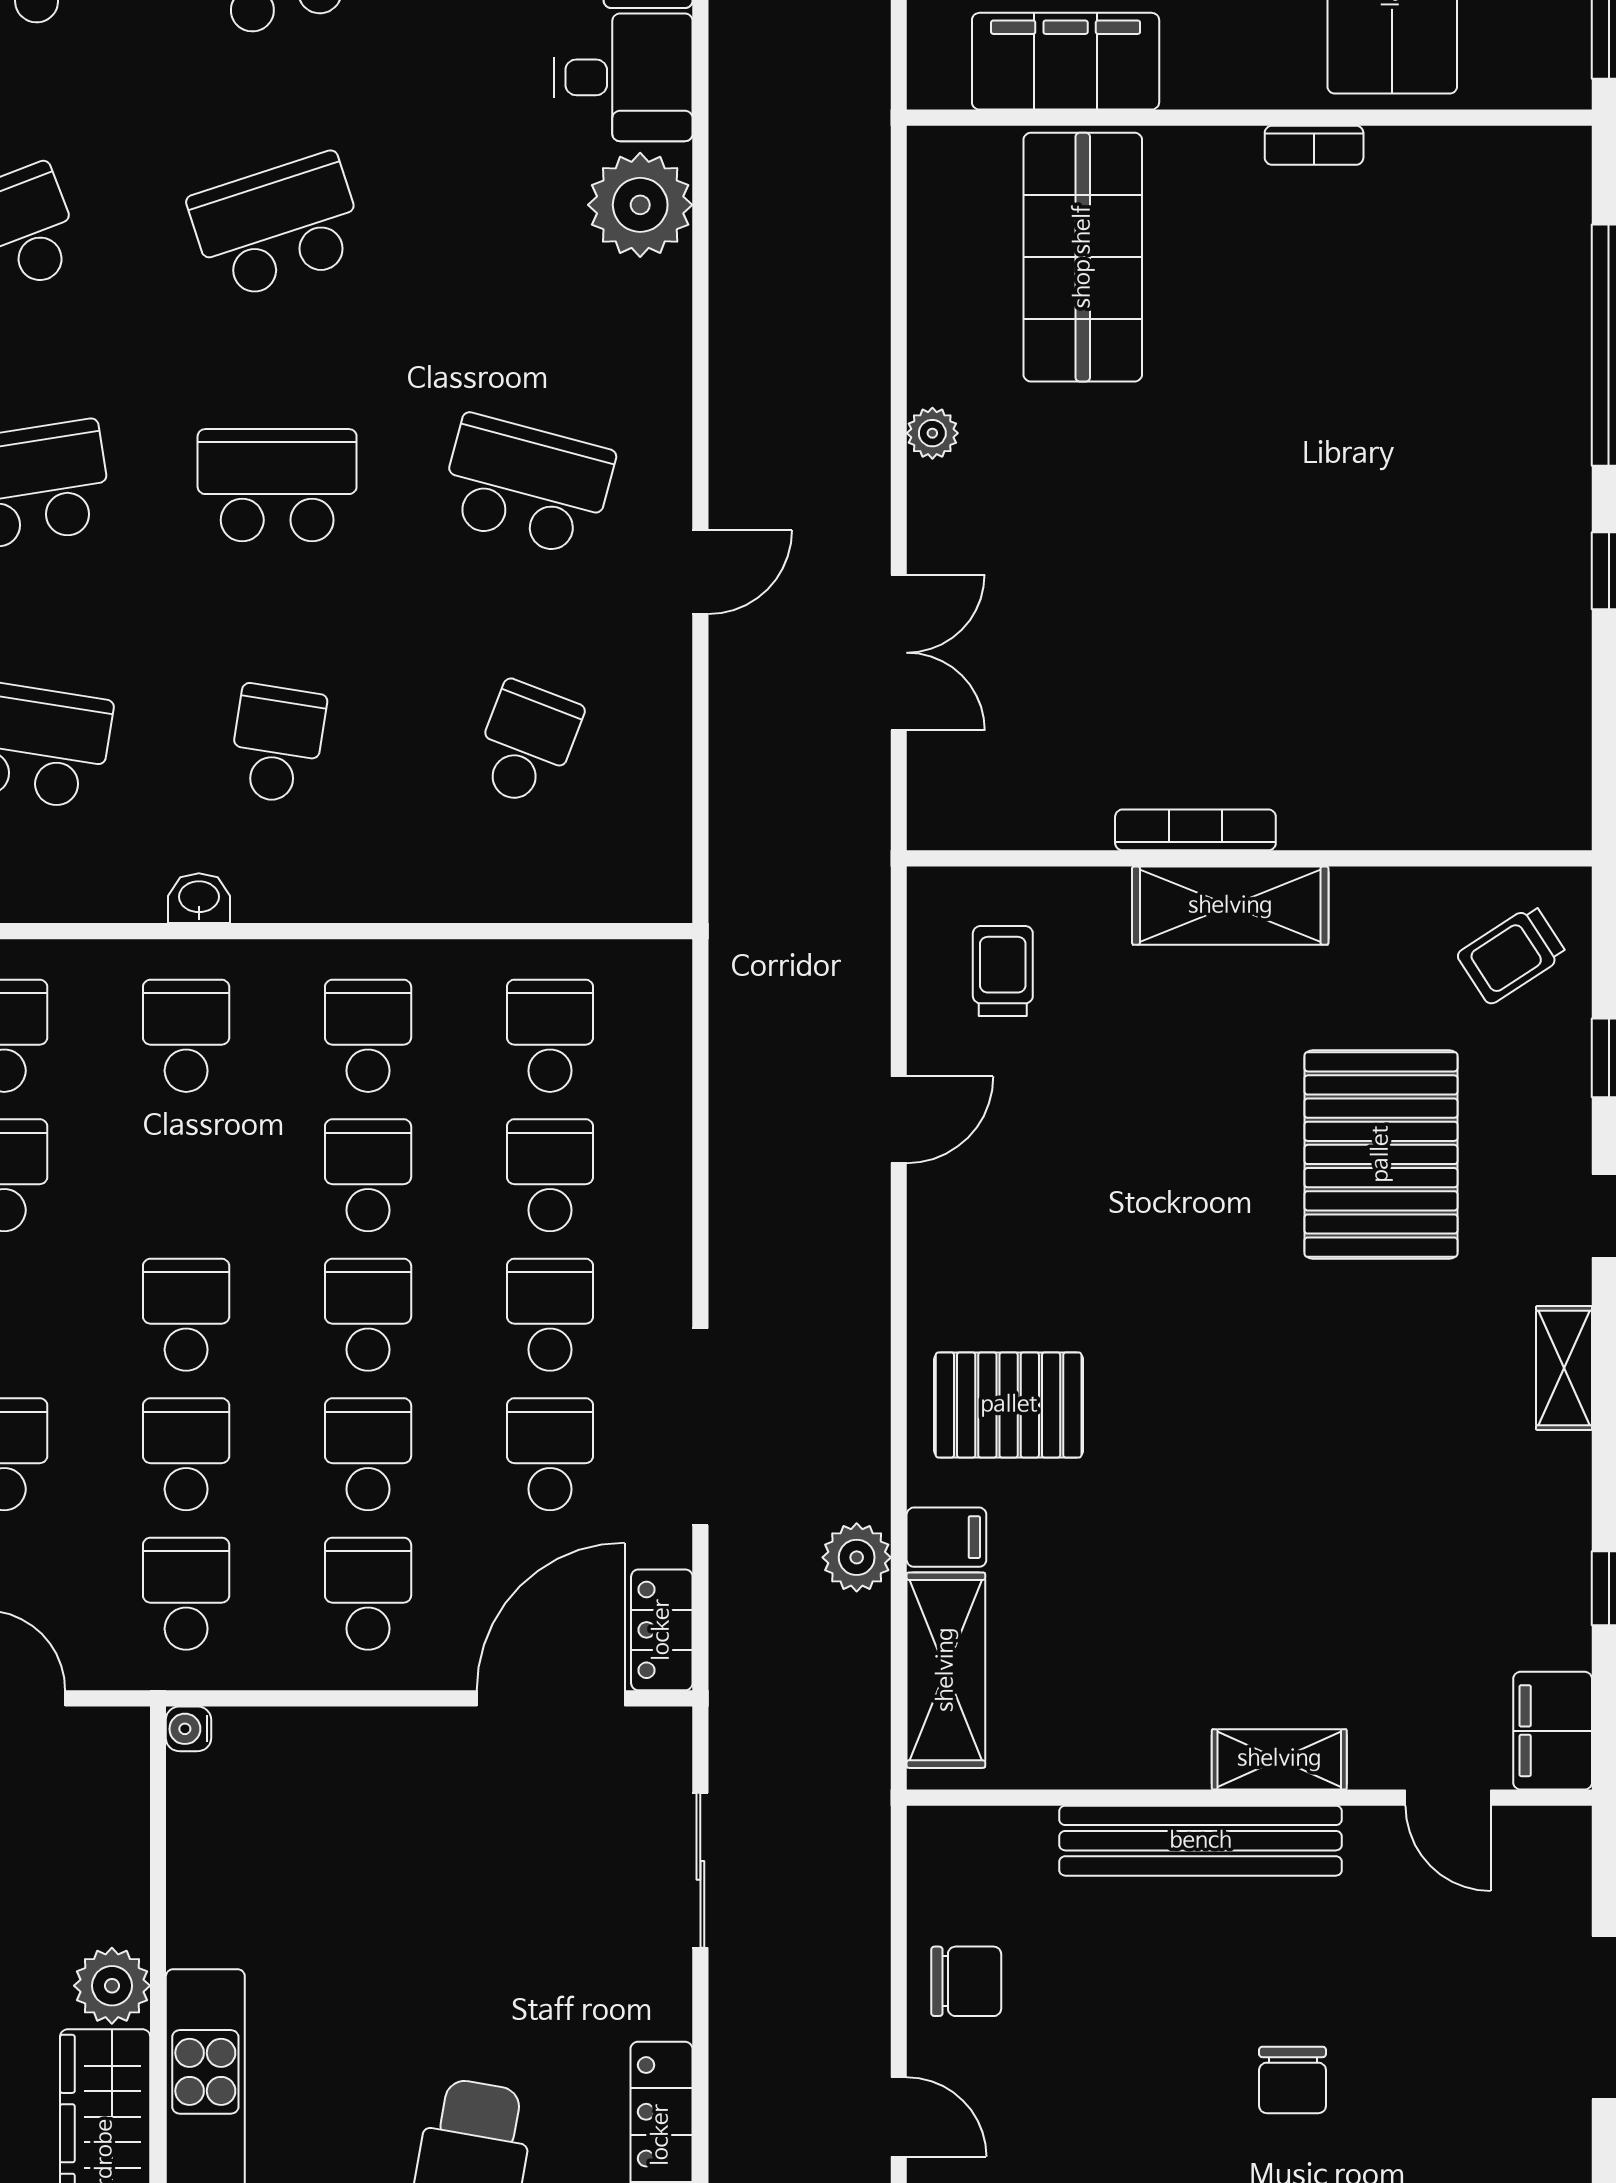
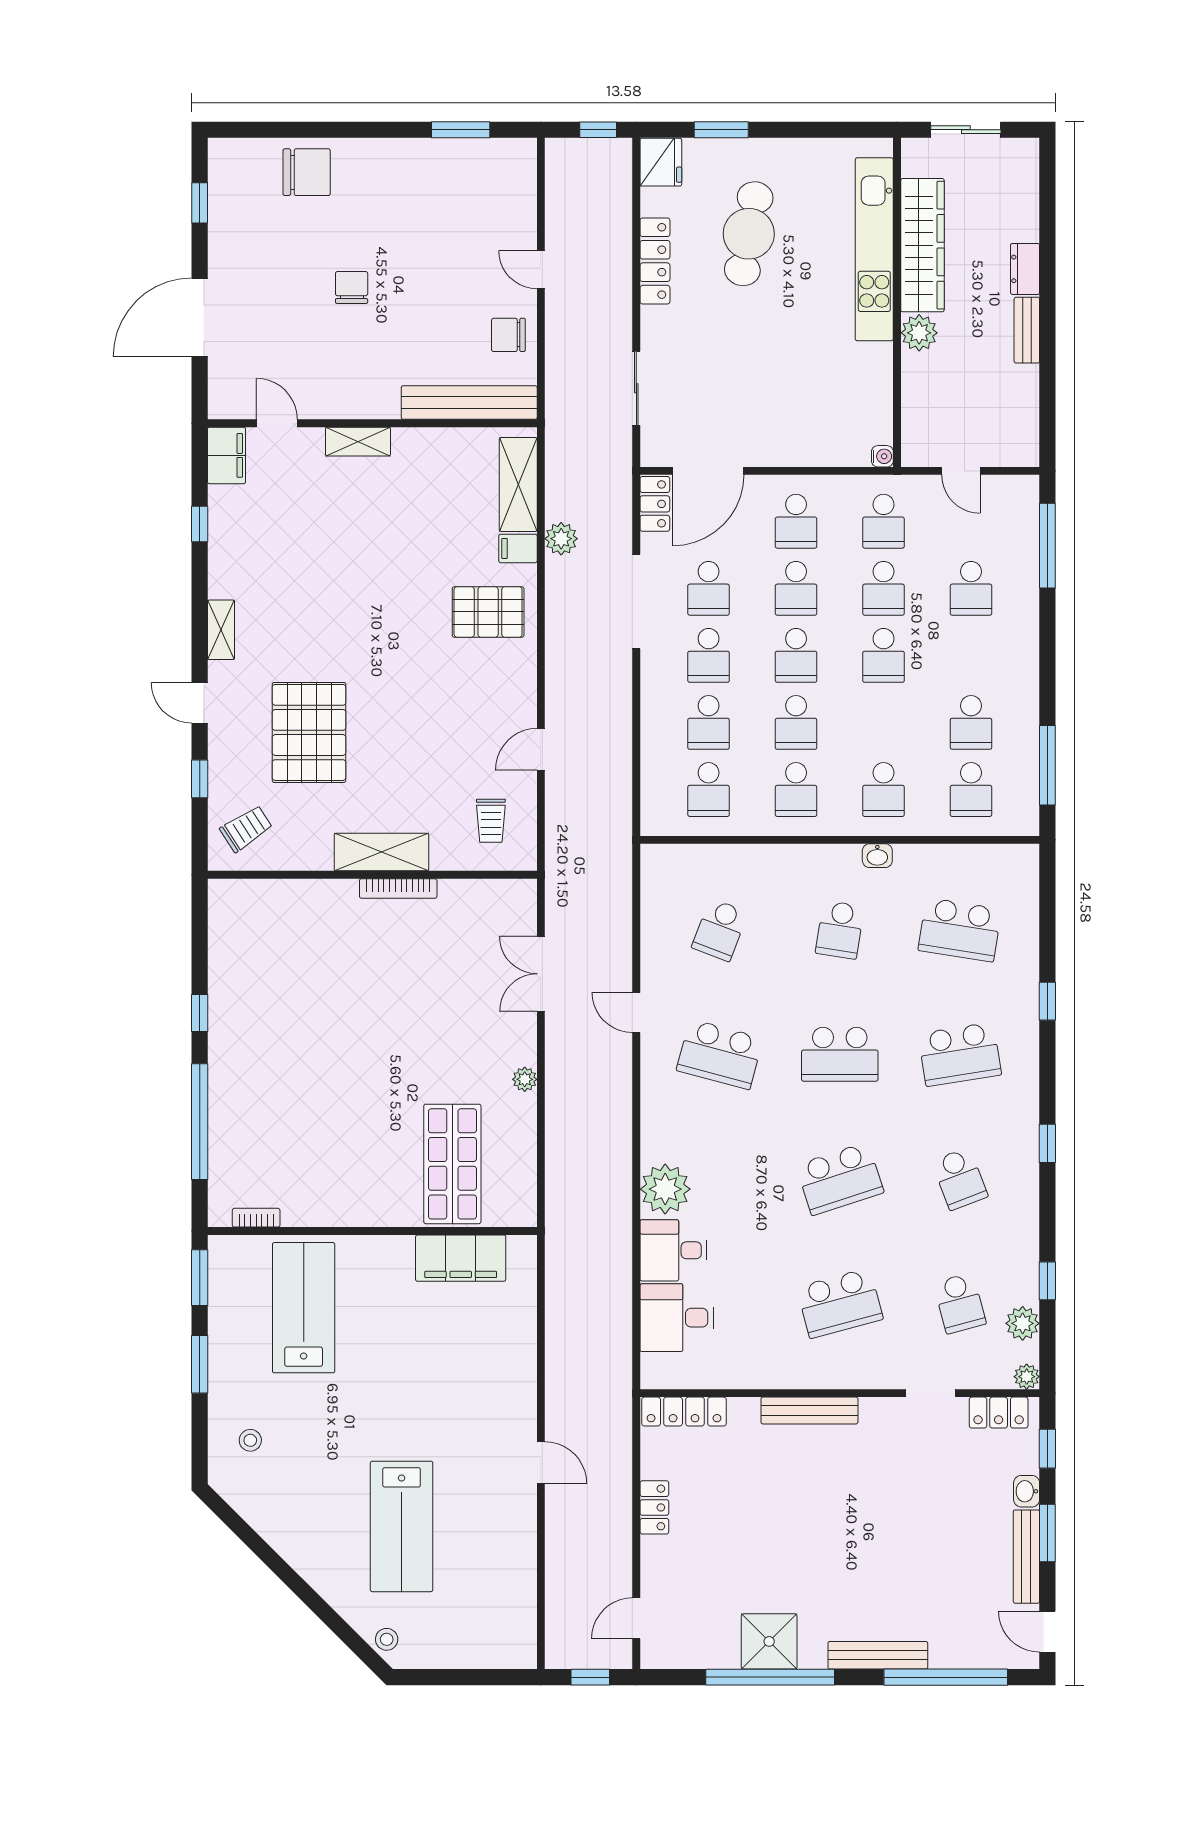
bookcase: (1314, 145) -> (256, 1218), moved
door: (700, 572) -> (636, 1012), hinge flipped
bench: (1201, 1841) -> (469, 403), moved

